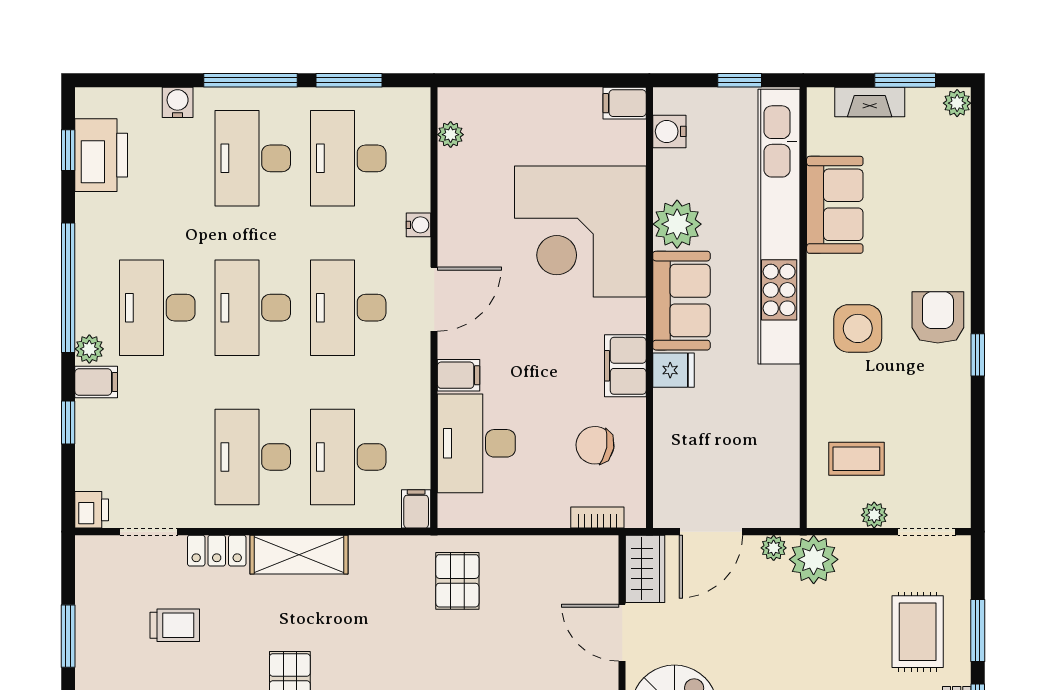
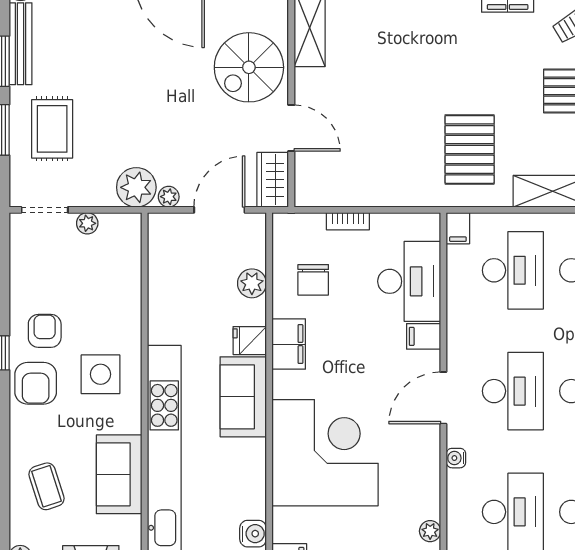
plant: (677, 224) -> (252, 283), moved, width x0.73, depth x0.73
armchair: (927, 382) -> (45, 331), added
chair: (595, 445) -> (313, 280), turned 80
coffee table: (856, 459) -> (46, 486), moved, turned 72
bookcase: (597, 518) -> (348, 221), moved
pallet: (457, 581) -> (470, 149), moved, width x1.50, depth x1.42

